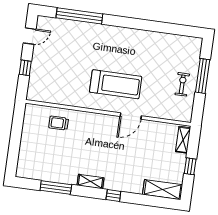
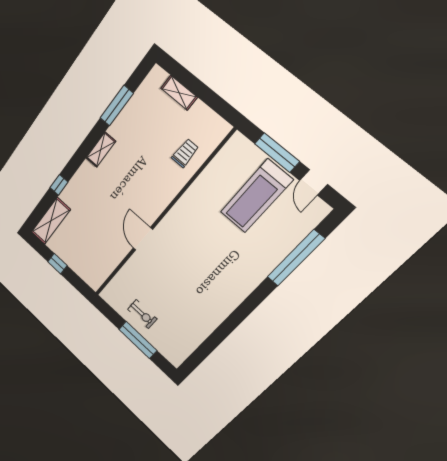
window: (25, 68) -> (277, 153), width x2.17
treadmill: (116, 84) -> (256, 196), moved
shelving: (183, 140) -> (179, 93), moved
window: (113, 195) -> (59, 185), moved

